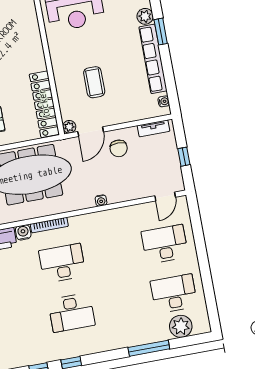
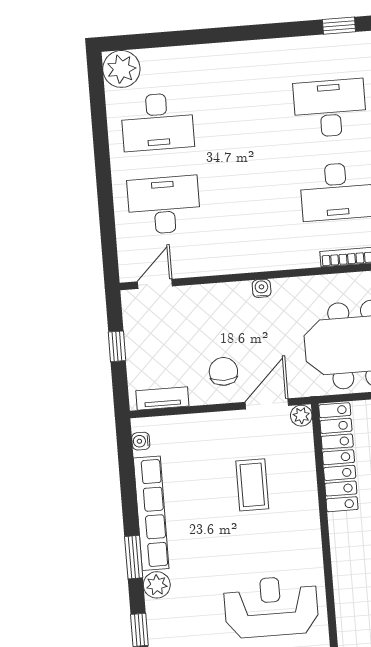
desk: (165, 244) -> (164, 205), turned 180
plant: (181, 326) -> (121, 69), moved
window: (149, 348) -> (208, 36), removed

